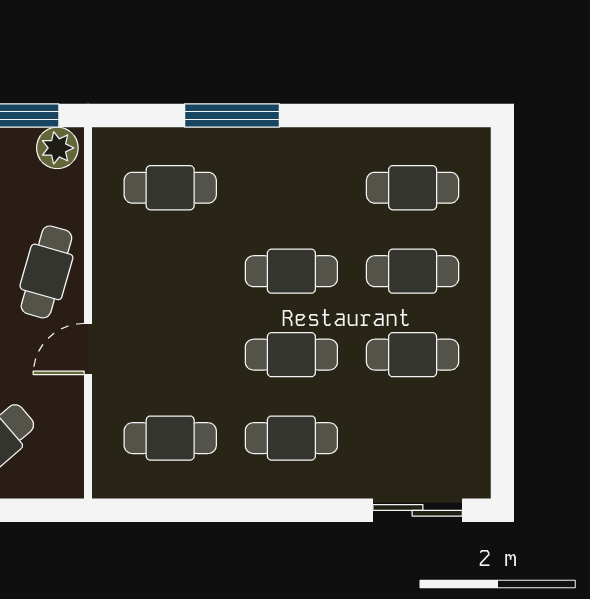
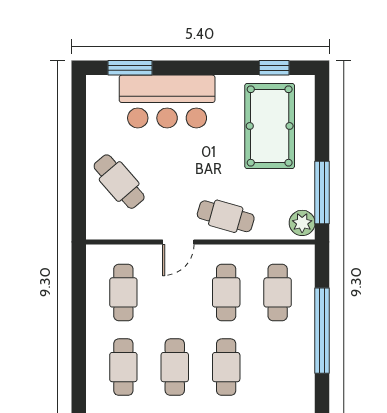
window: (232, 115) -> (322, 331), width x1.46
cafe table: (170, 271) -> (226, 292), added
door: (88, 349) -> (178, 242), swing flipped

